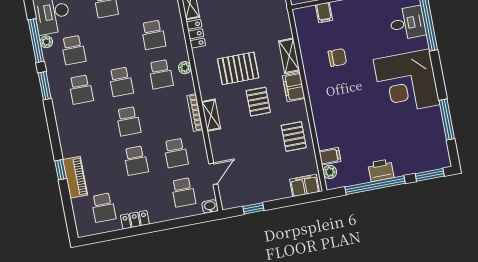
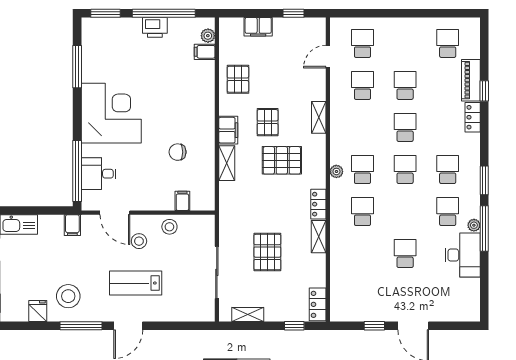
bookcase: (195, 113) -> (335, 123), removed
filing cabinet: (305, 185) -> (258, 27), moved
washbasin: (210, 206) -> (338, 24), removed
locker: (135, 220) -> (473, 117), moved, turned 90

